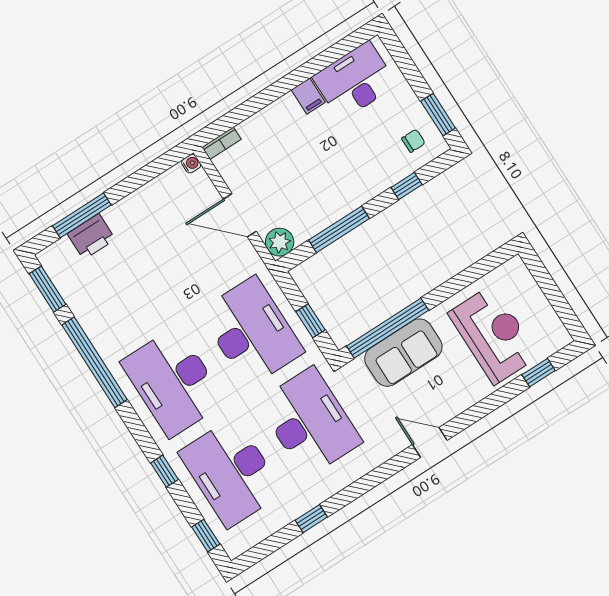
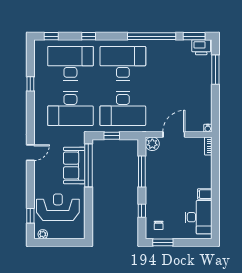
printer: (91, 237) -> (201, 47), moved, turned -90
plant: (557, 331) -> (43, 234), added
reception desk: (493, 335) -> (58, 207), turned 180

